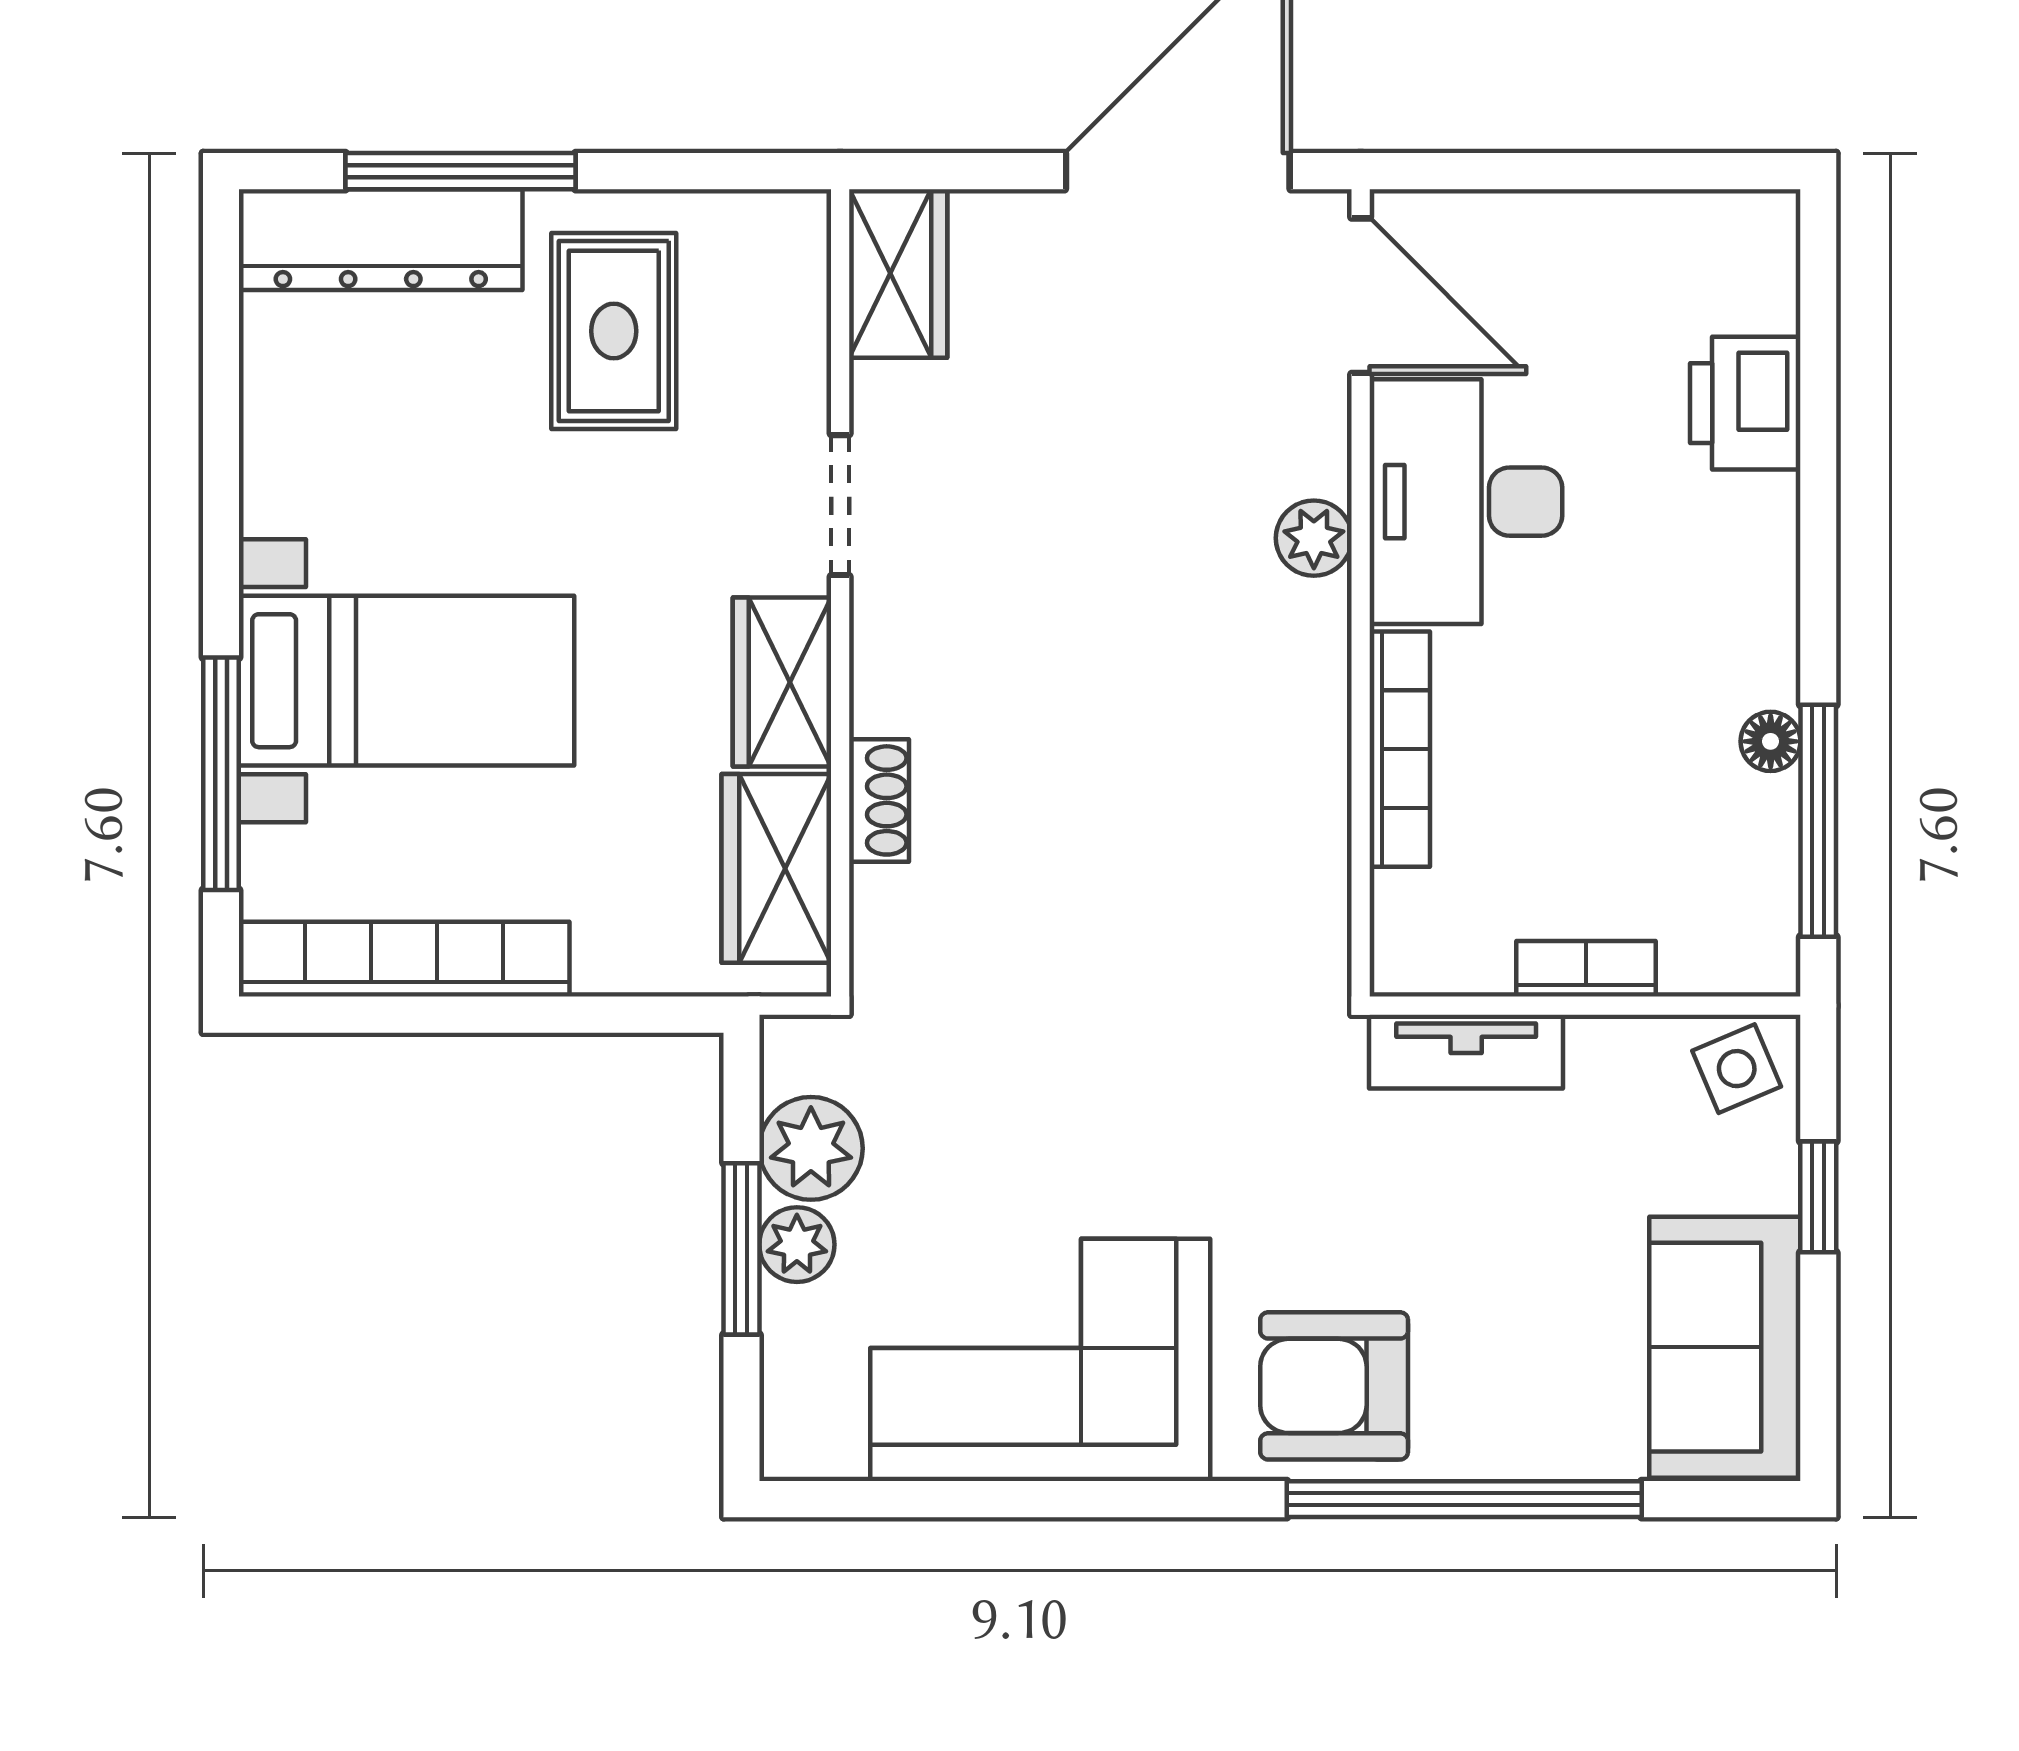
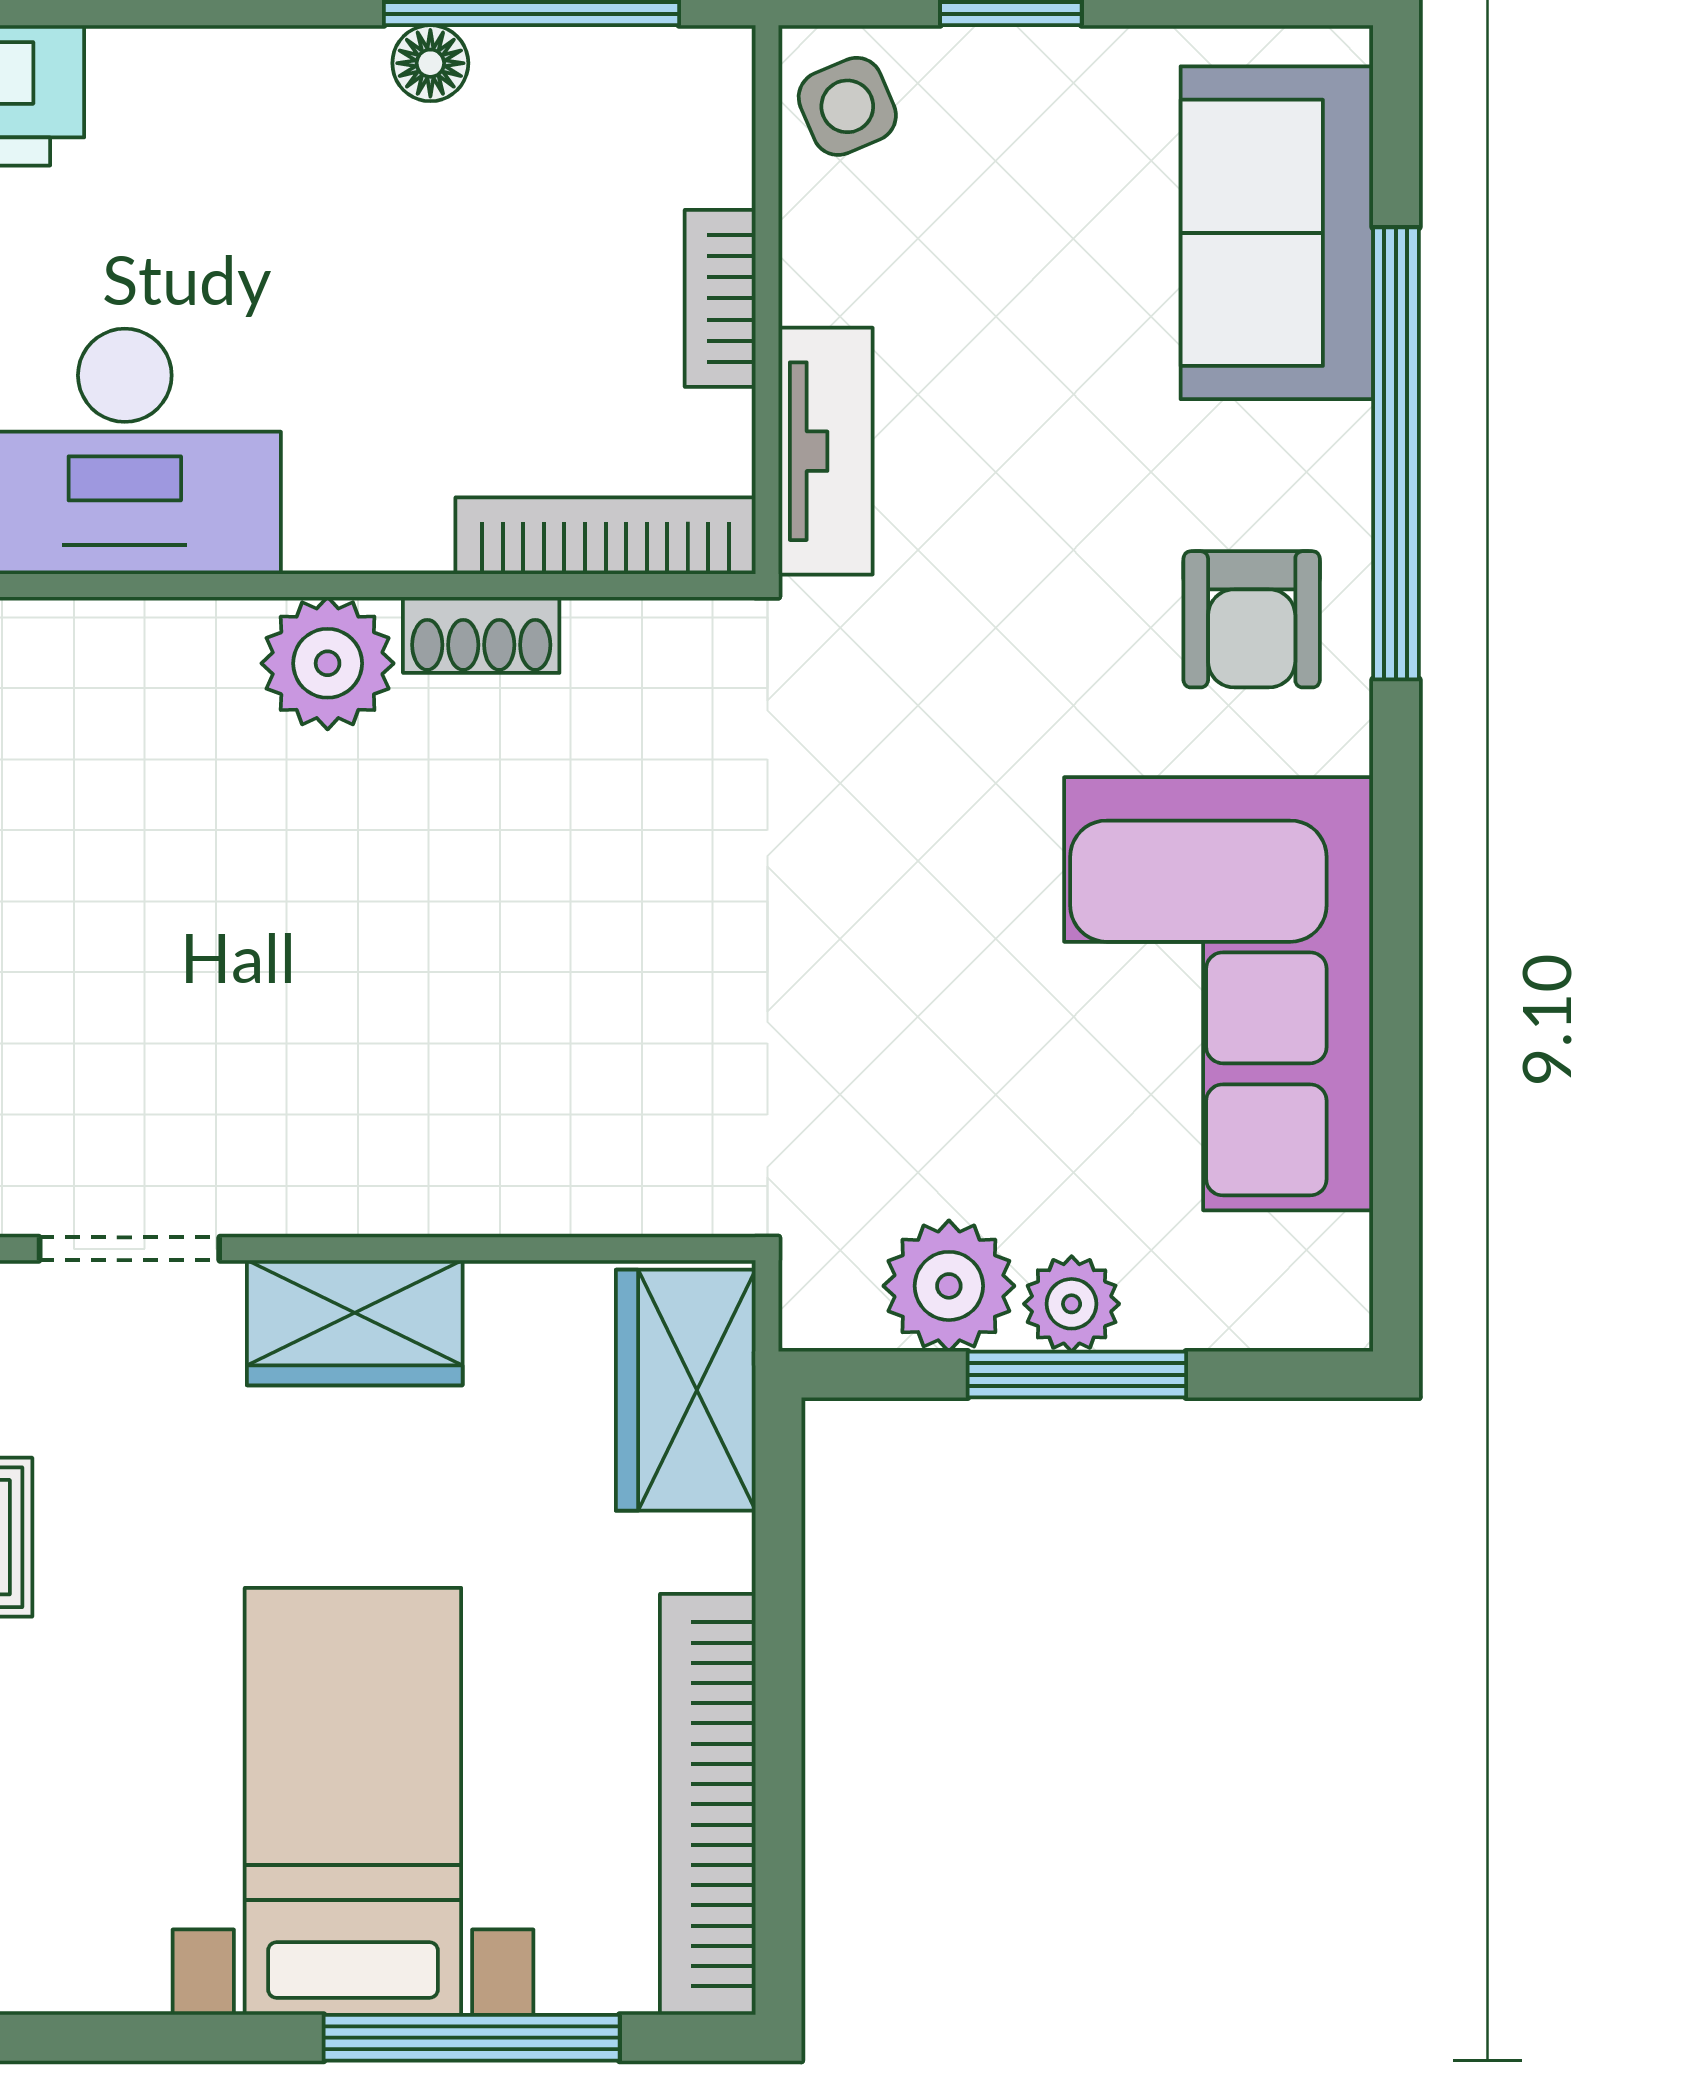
plant: (1314, 538) -> (328, 663), moved, width x1.38, depth x1.38
bookcase: (1400, 749) -> (606, 536), moved
shoe rack: (879, 800) -> (481, 635), moved, turned 180
wardrobe: (776, 868) -> (686, 1390), moved, turned 90
sofa: (1725, 1347) -> (1277, 233), moved, turned 90
armchair: (1334, 1386) -> (1252, 619), width x0.72, depth x0.72

